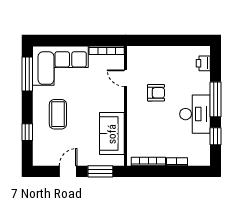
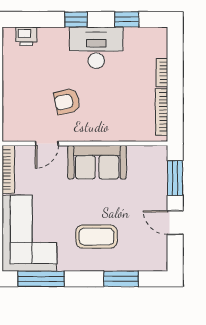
armchair: (156, 93) -> (67, 101), turned -103
window: (216, 99) -> (76, 19), width x0.46
window: (27, 132) -> (121, 279), width x1.50
sofa: (112, 134) -> (97, 162), moved

